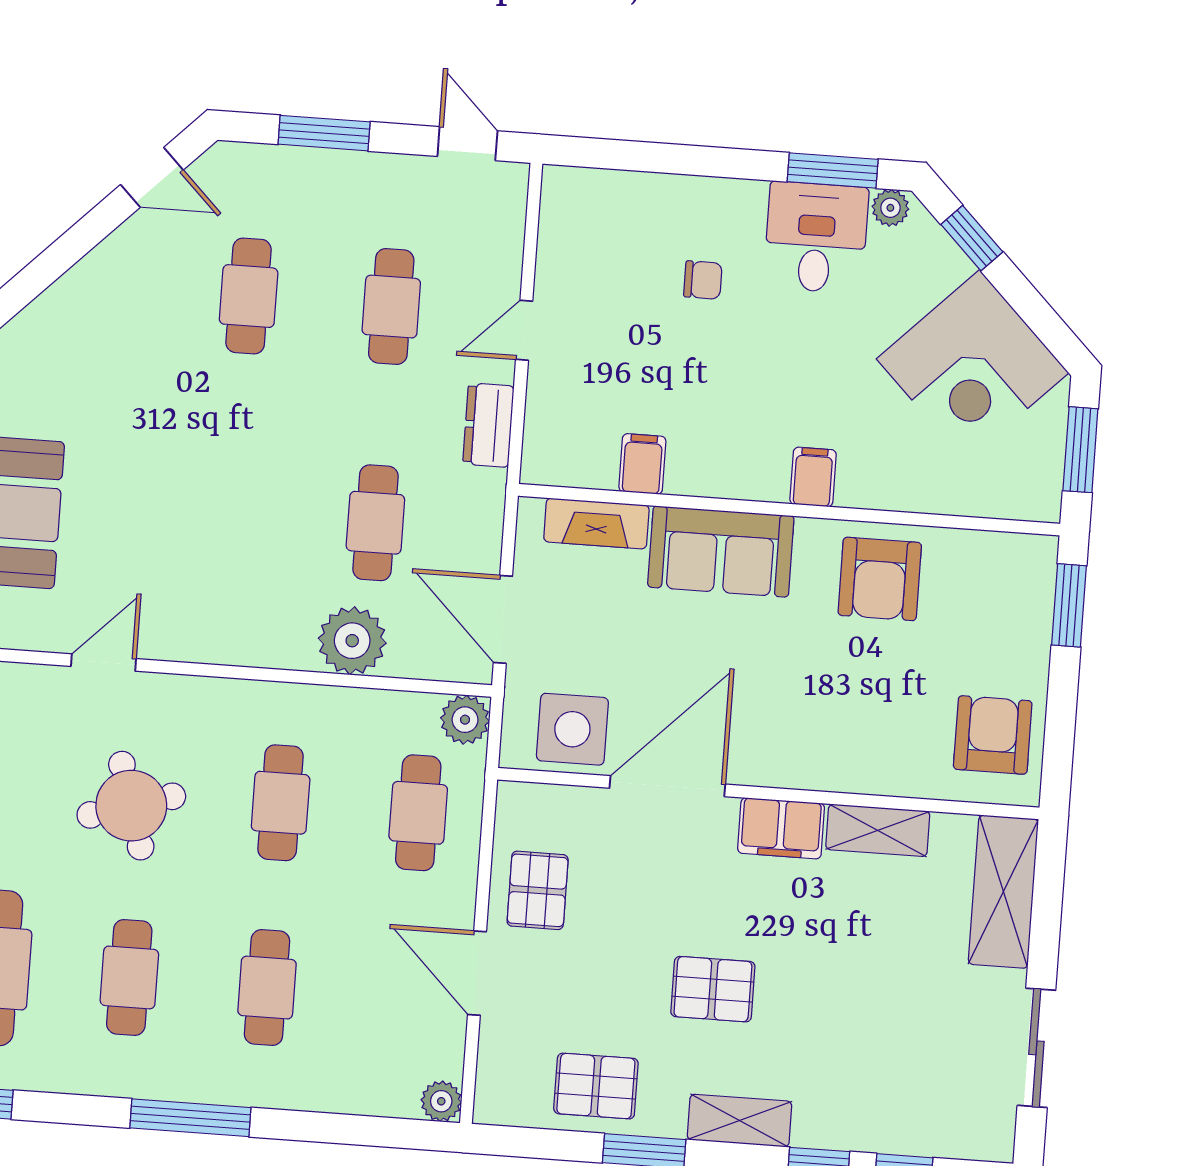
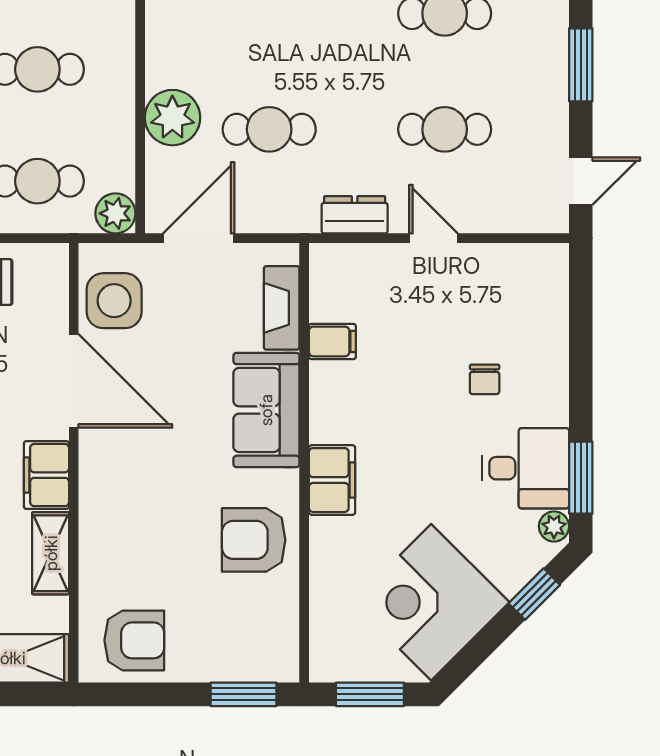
filing cabinet: (813, 477) -> (332, 480), width x2.00

